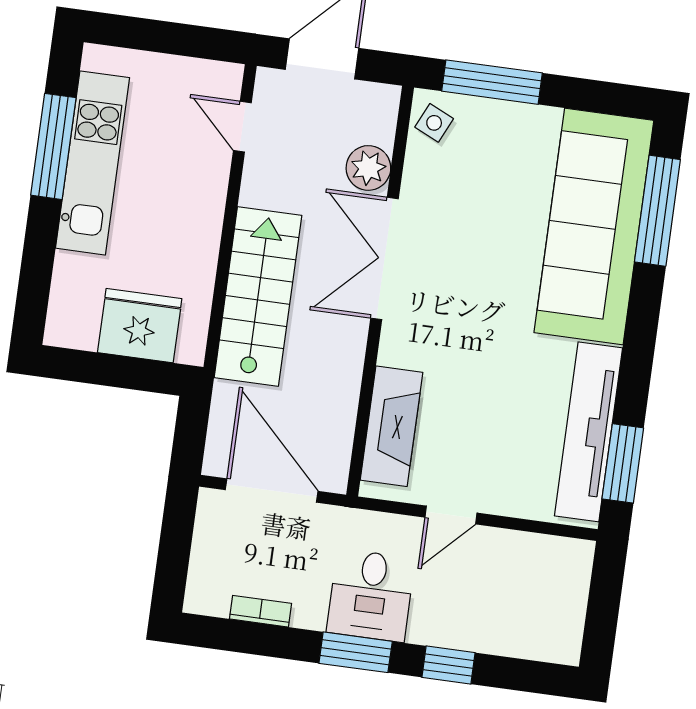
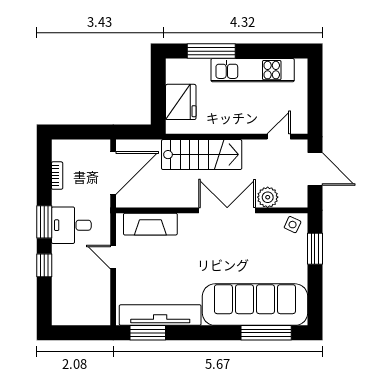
window: (492, 82) -> (315, 249), width x0.69
window: (53, 146) -> (211, 51), moved

